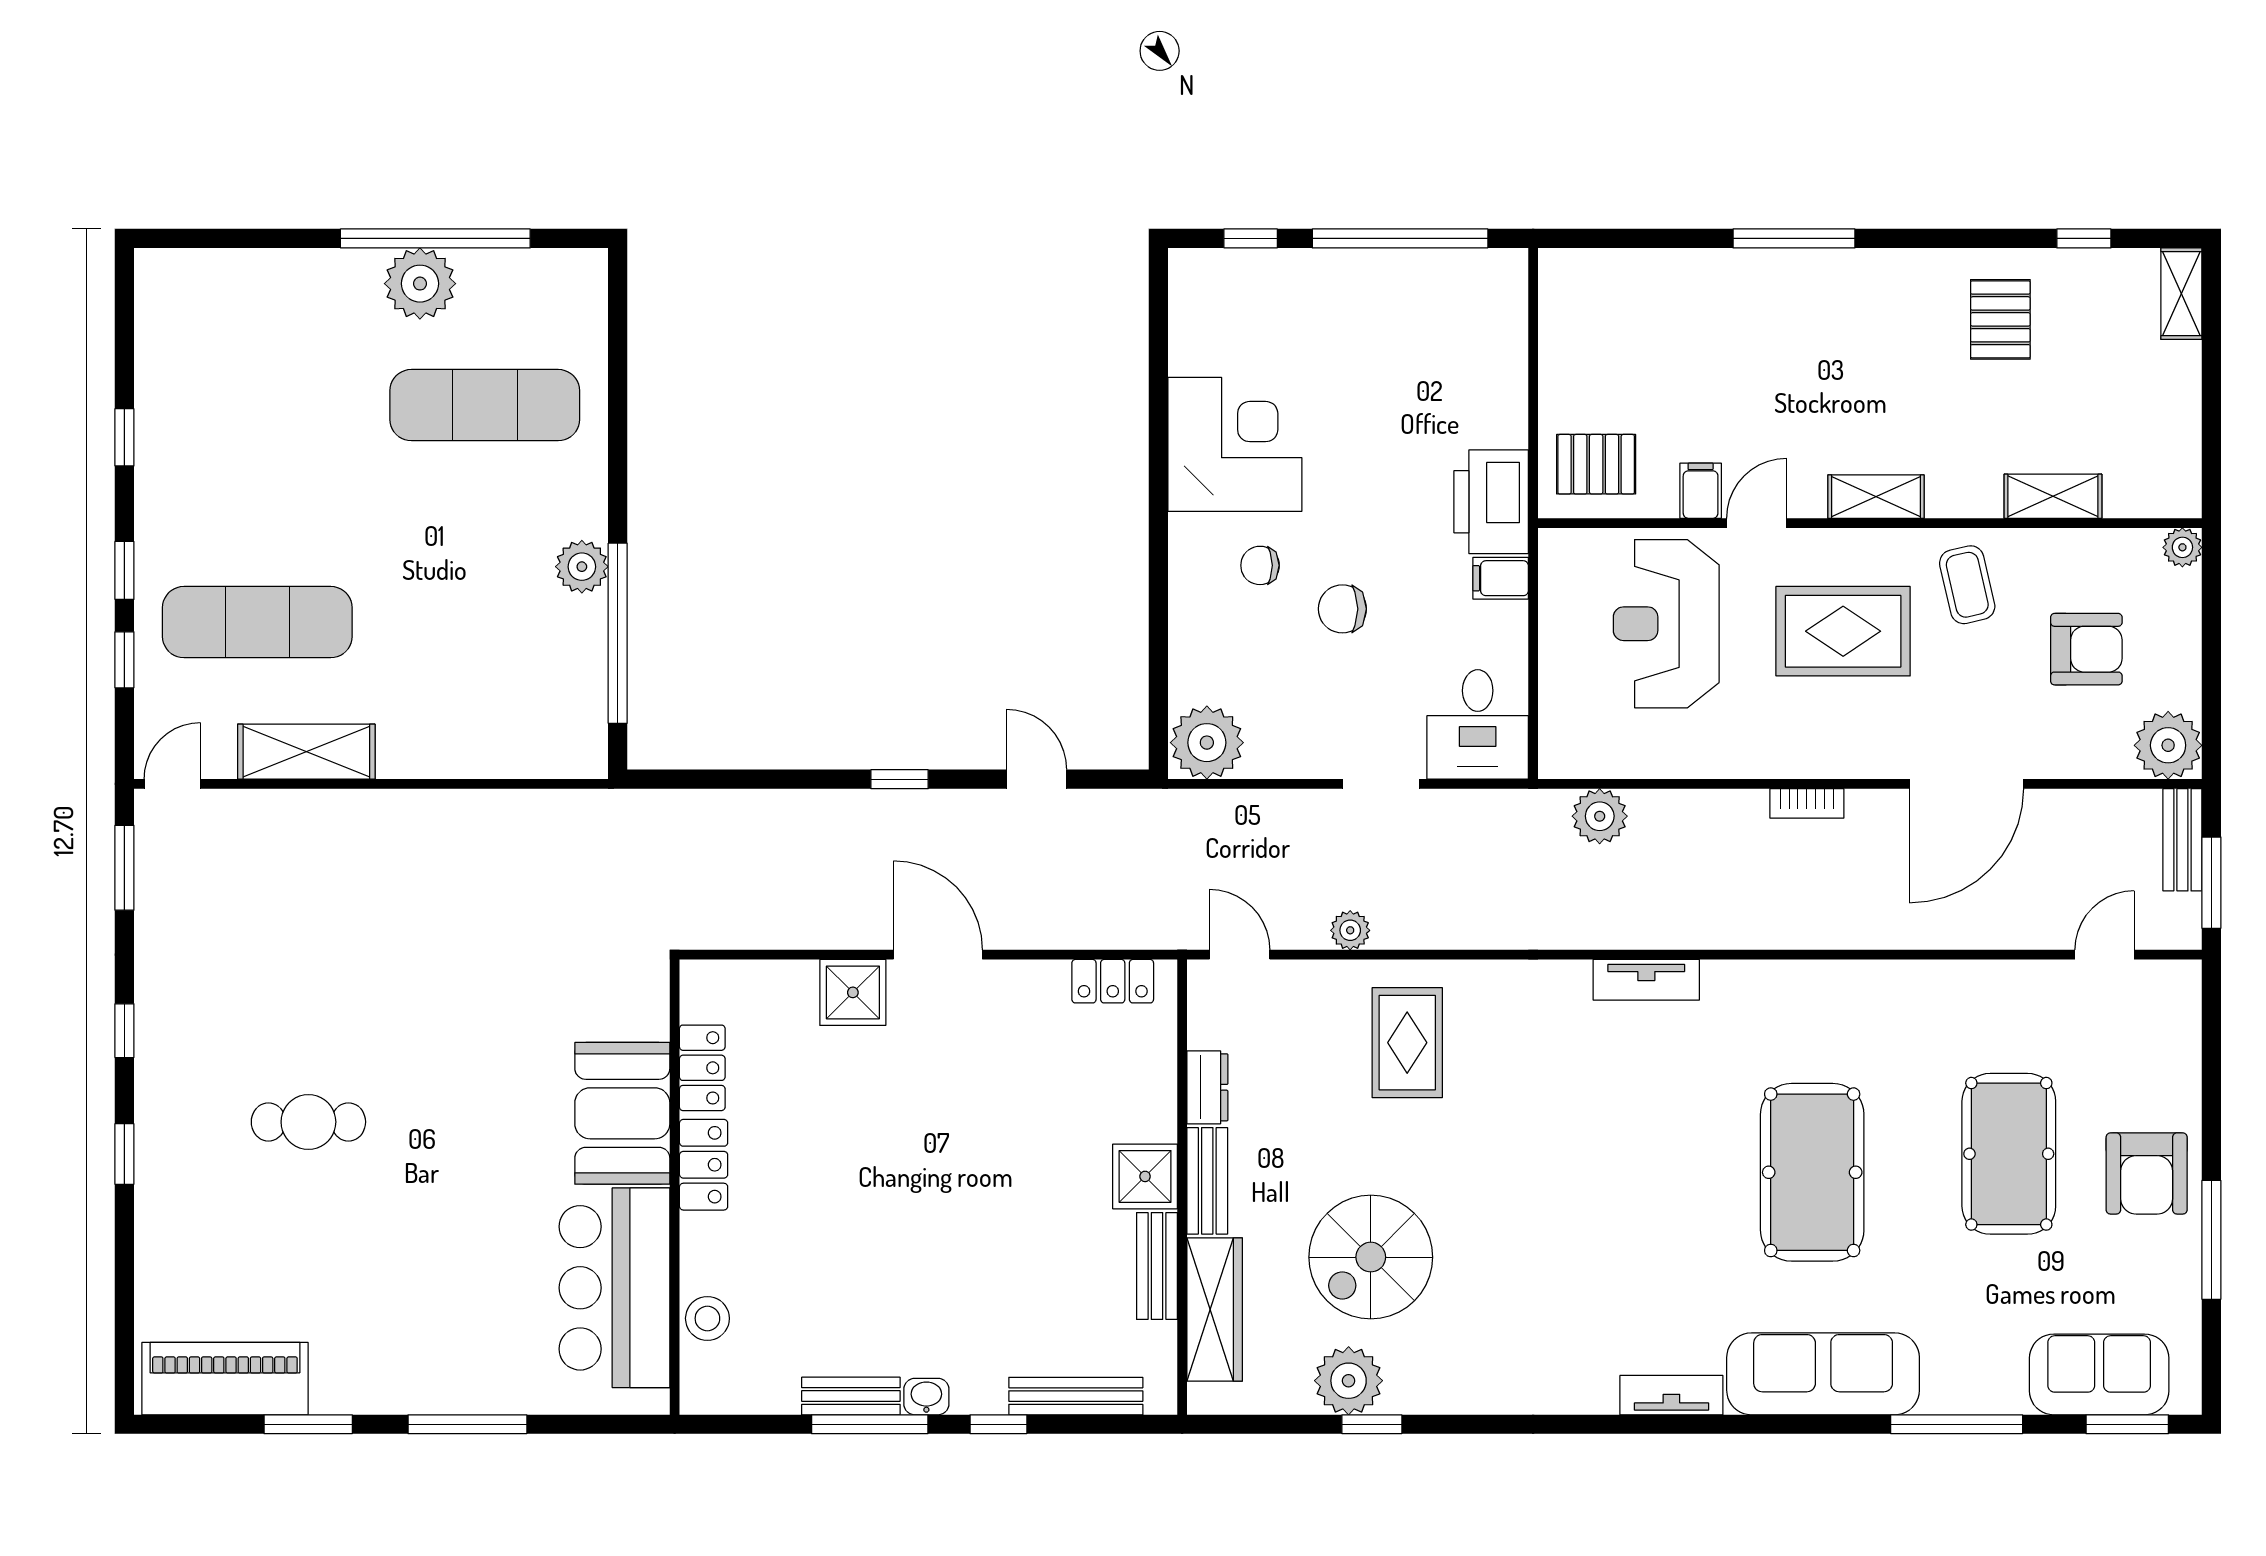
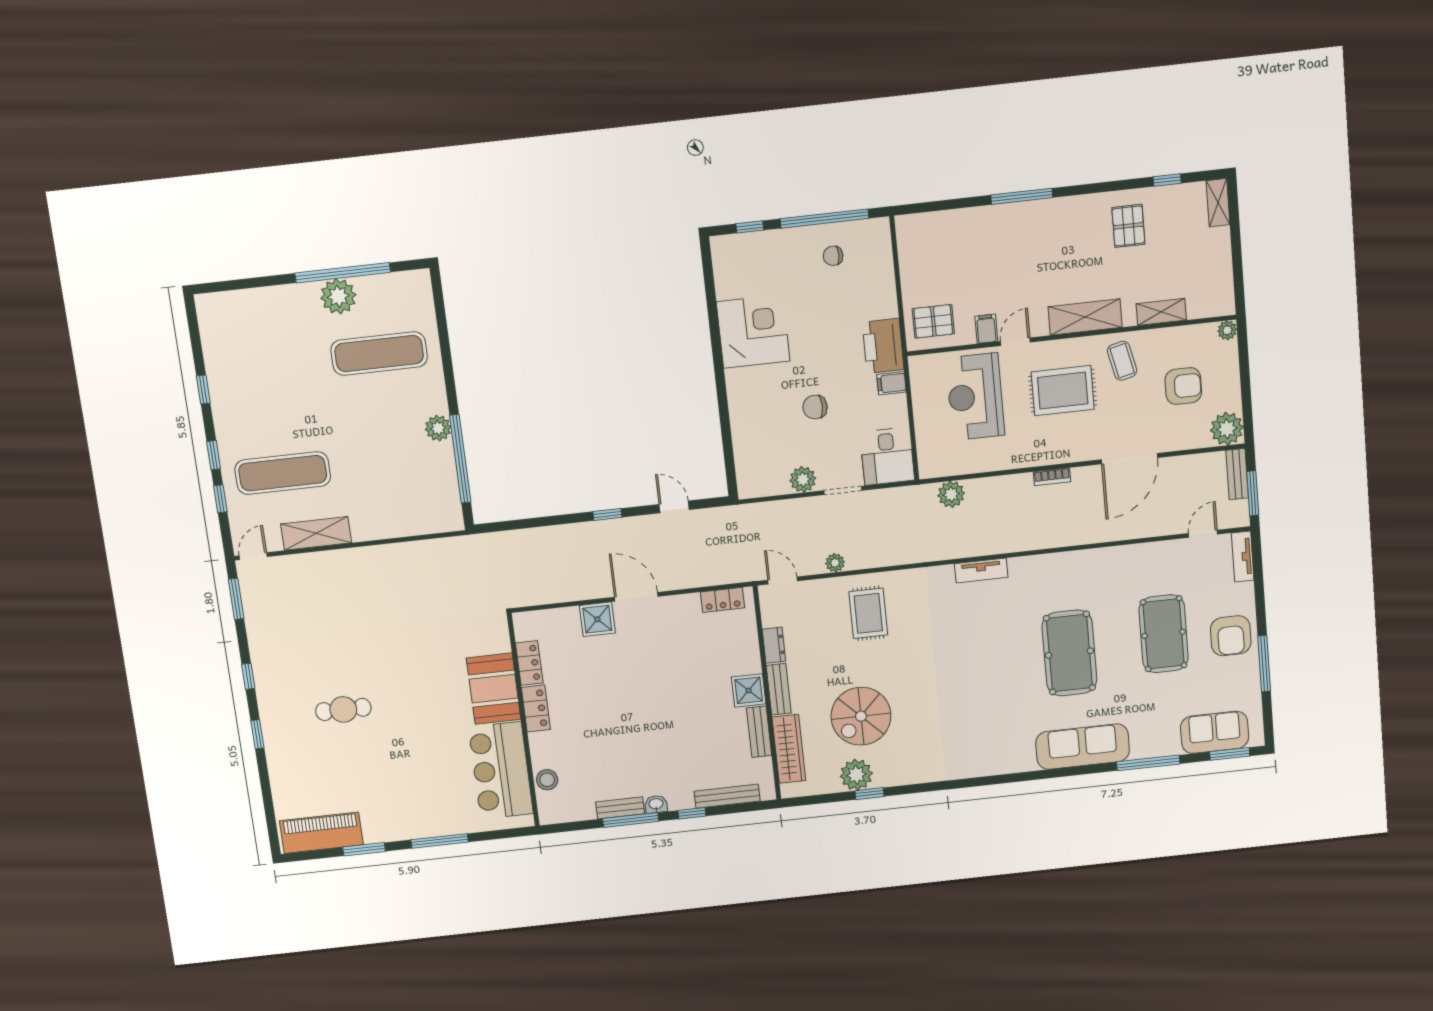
shelving: (1876, 497) -> (1085, 317), width x1.50, depth x1.33
chair: (1260, 565) -> (833, 256), moved
plant: (1207, 743) -> (803, 479), moved, width x0.73, depth x0.73
tv unit: (1671, 1395) -> (1243, 557), moved, turned -90

